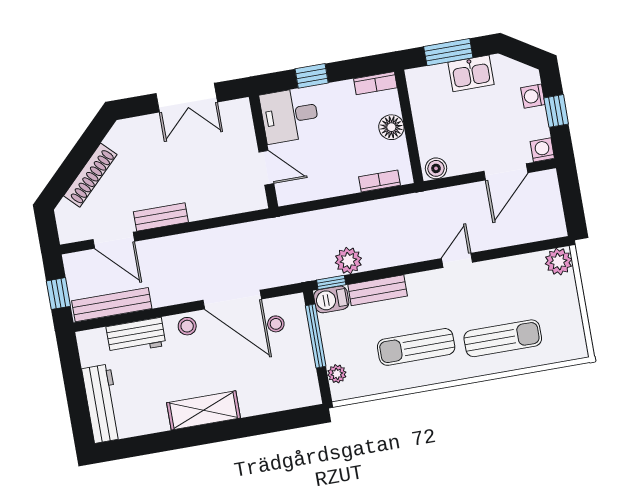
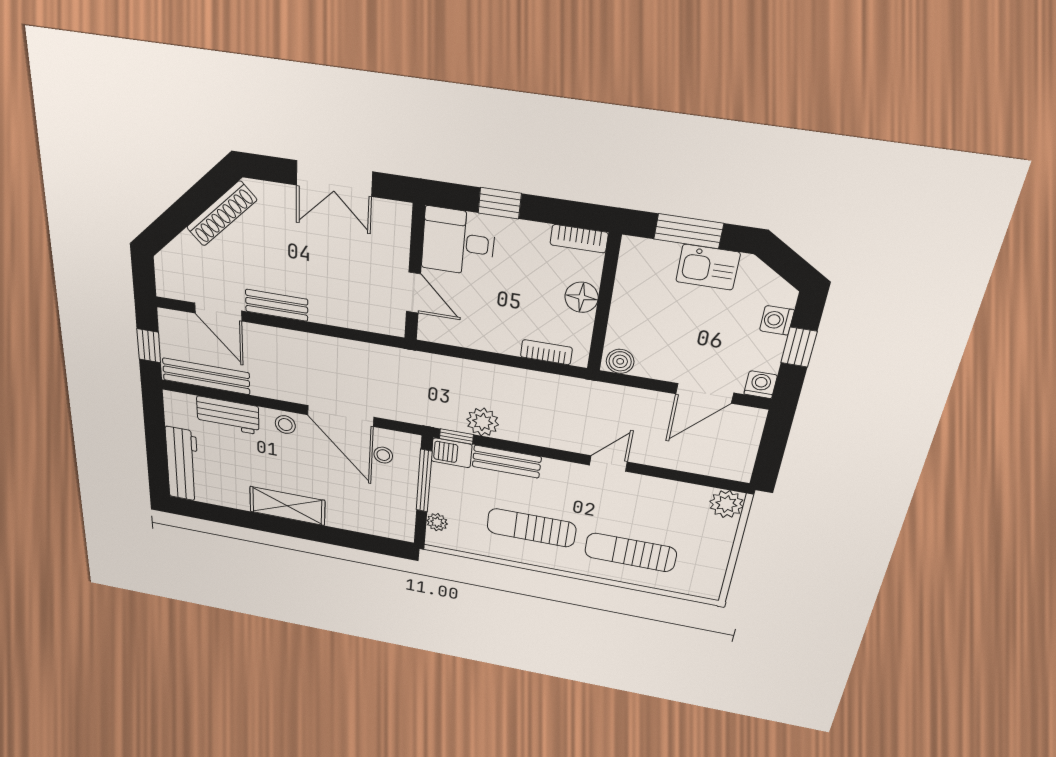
shoe rack: (90, 175) -> (222, 214), moved
sun lounger: (503, 338) -> (630, 552), turned 180

